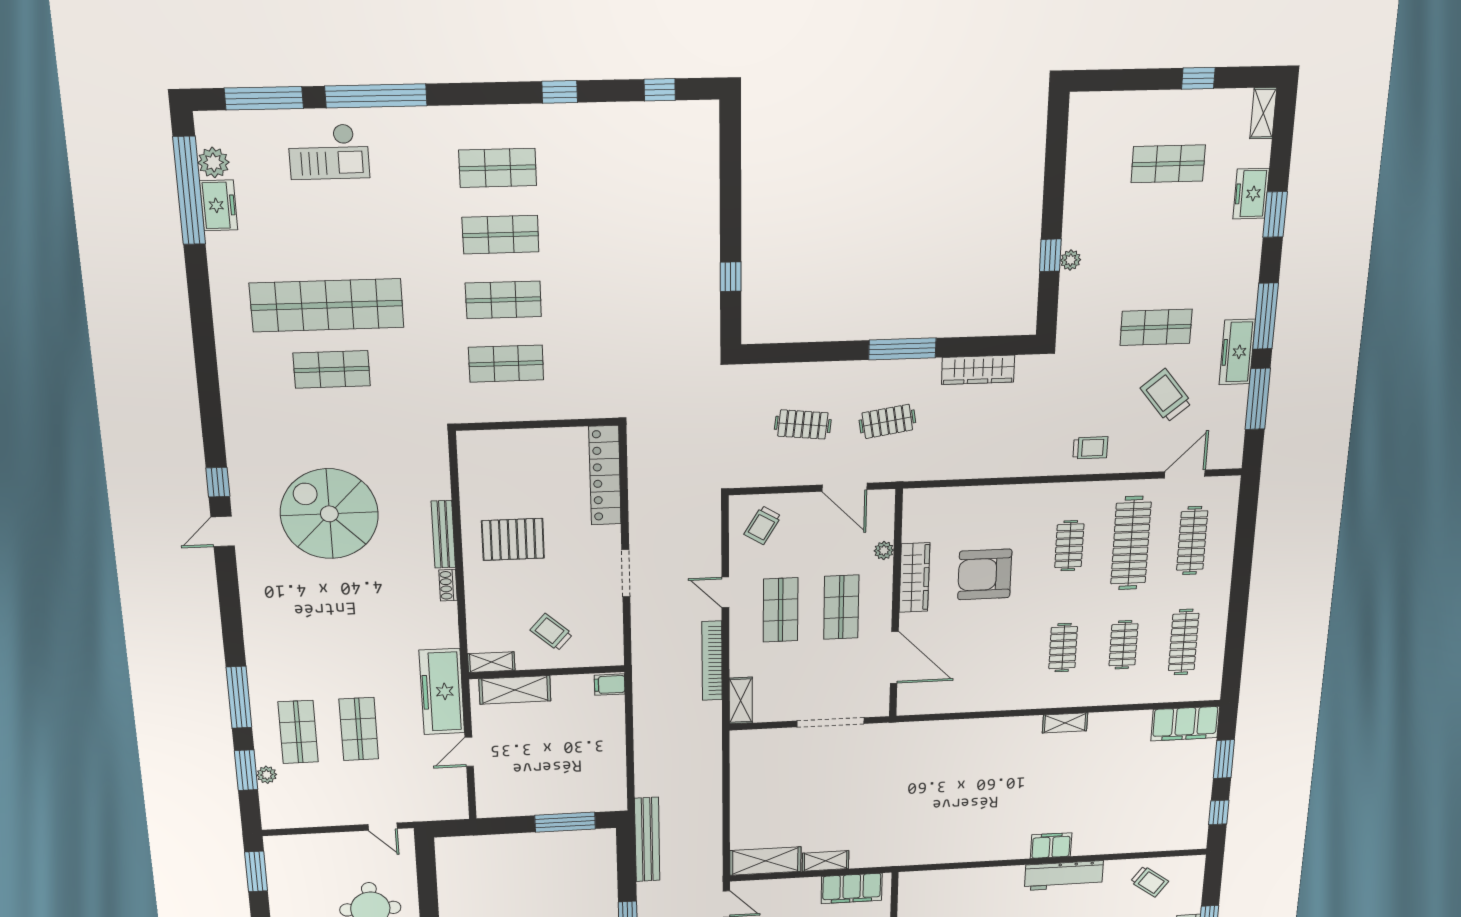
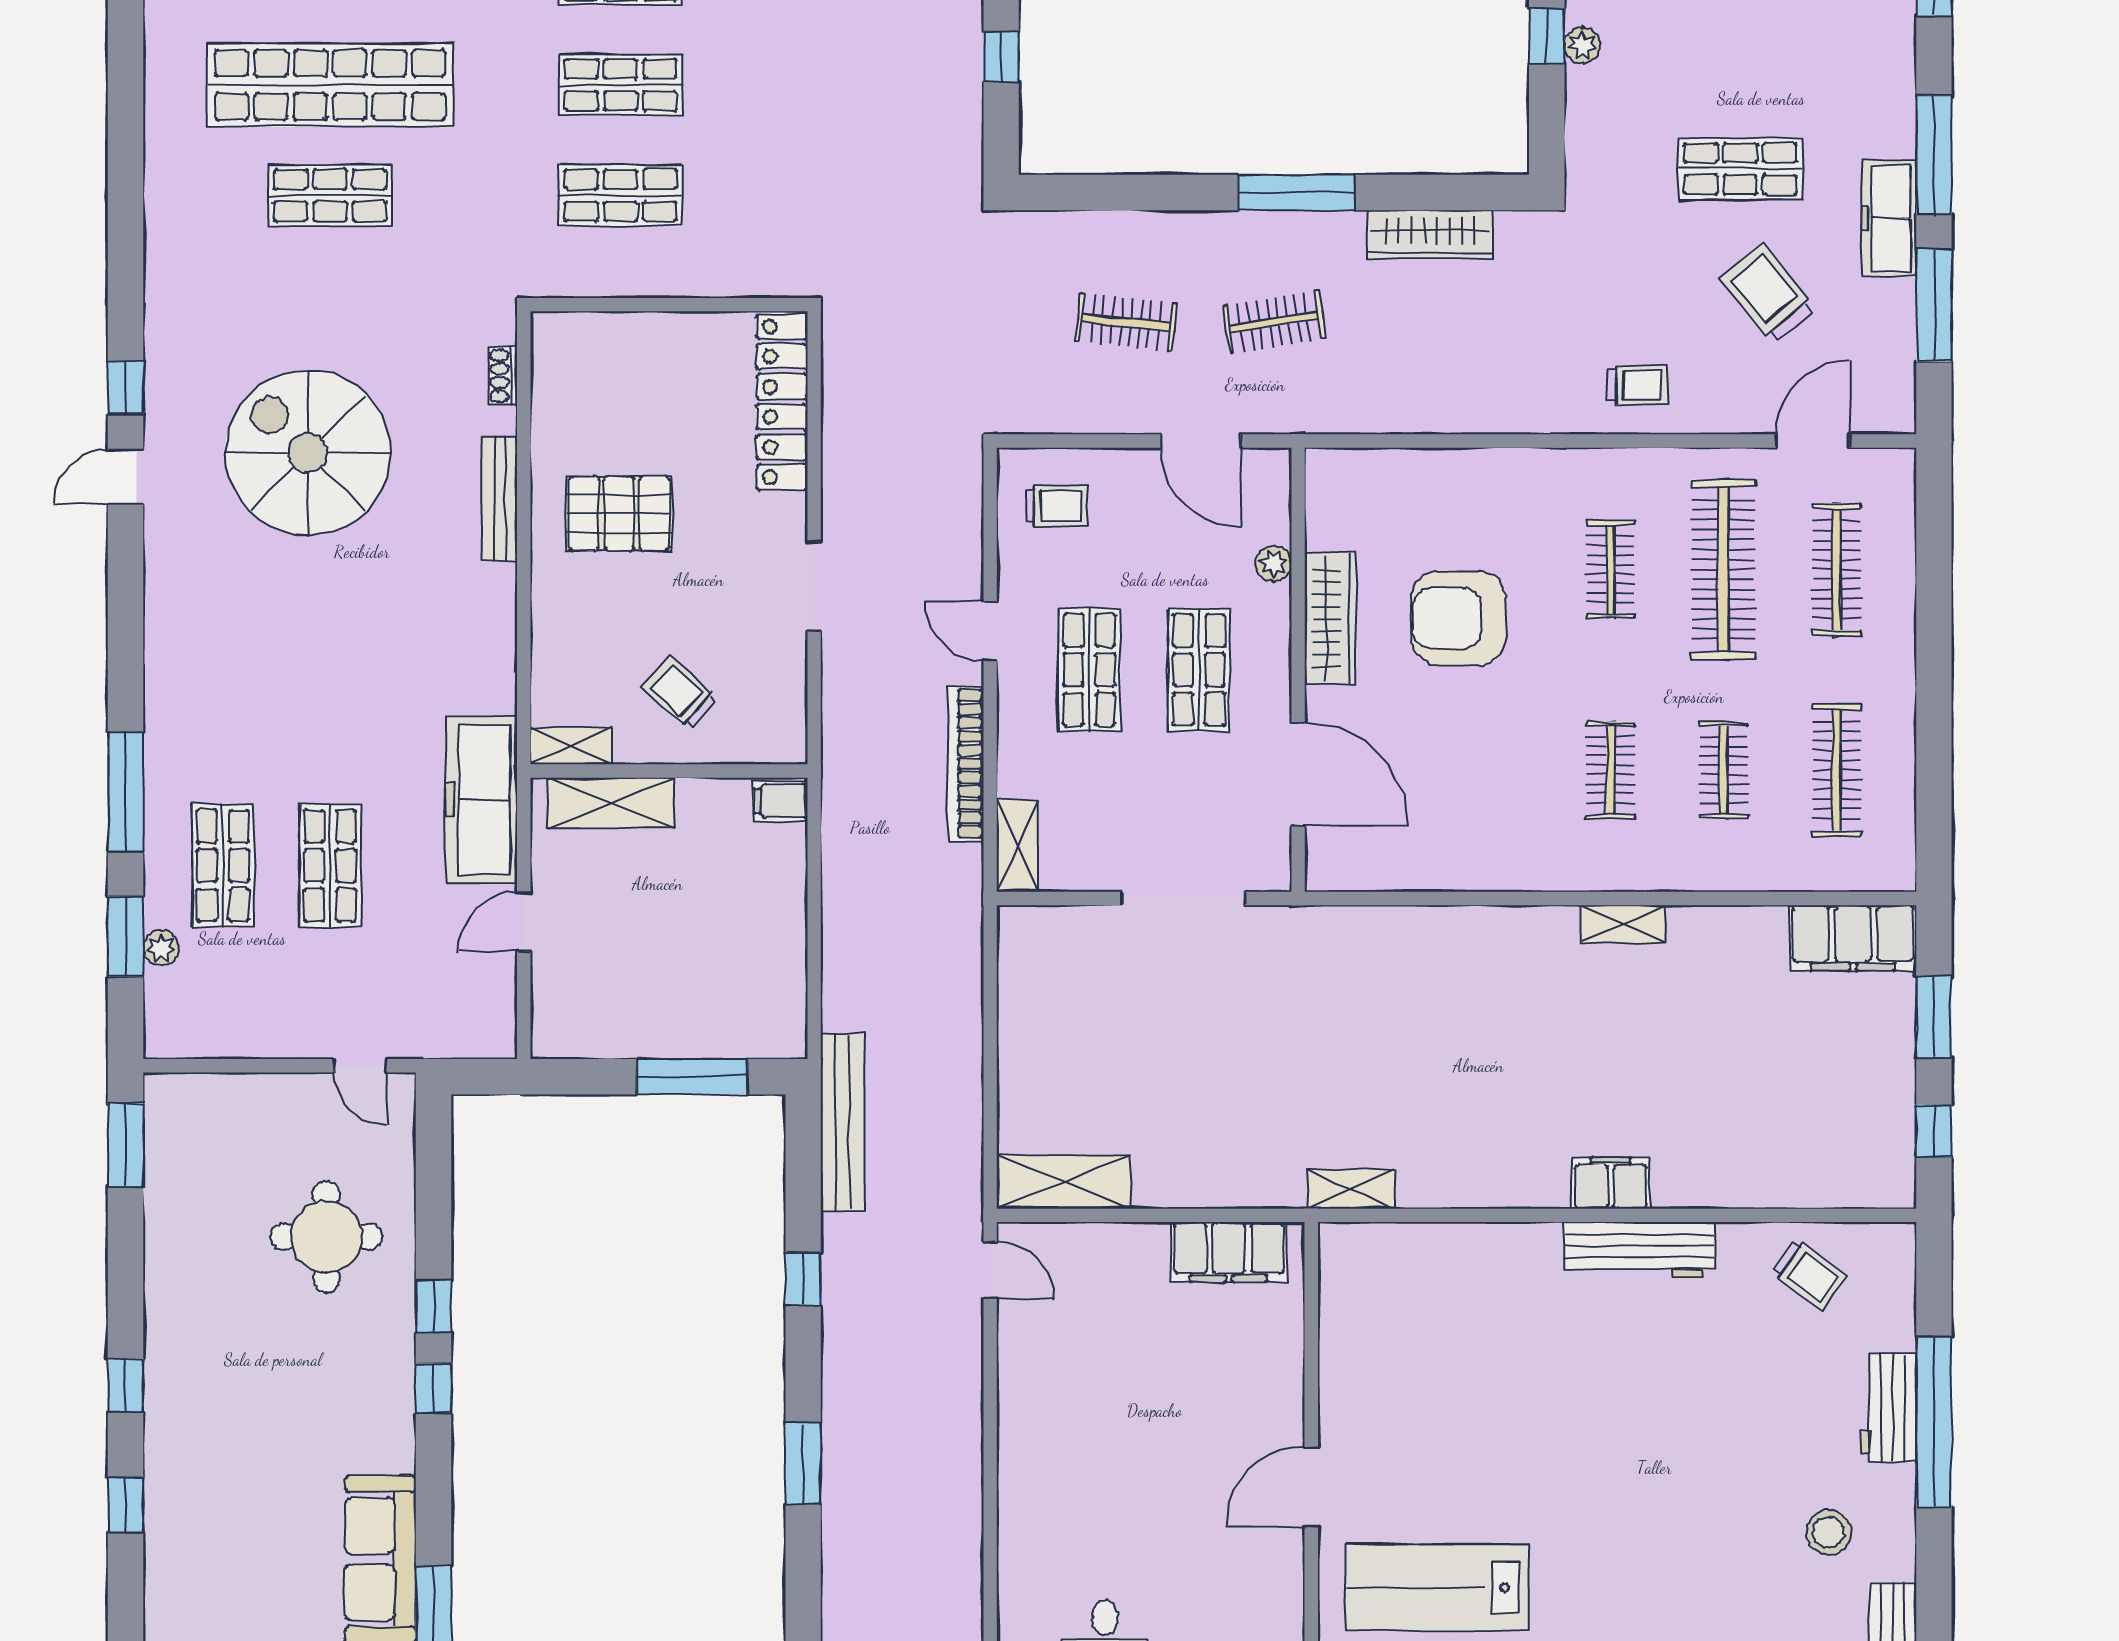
trolley: (763, 525) -> (1057, 506), turned -121
shoe rack: (448, 585) -> (503, 376), moved
shelving: (826, 861) -> (1351, 1189), moved

